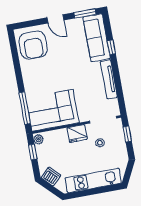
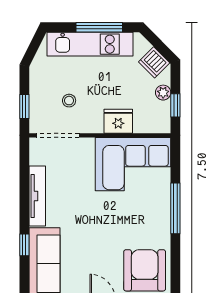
window: (25, 108) -> (175, 208), moved
fridge: (77, 133) -> (118, 121), moved
plant: (38, 139) -> (163, 93), moved
window: (89, 192) -> (99, 27), added

